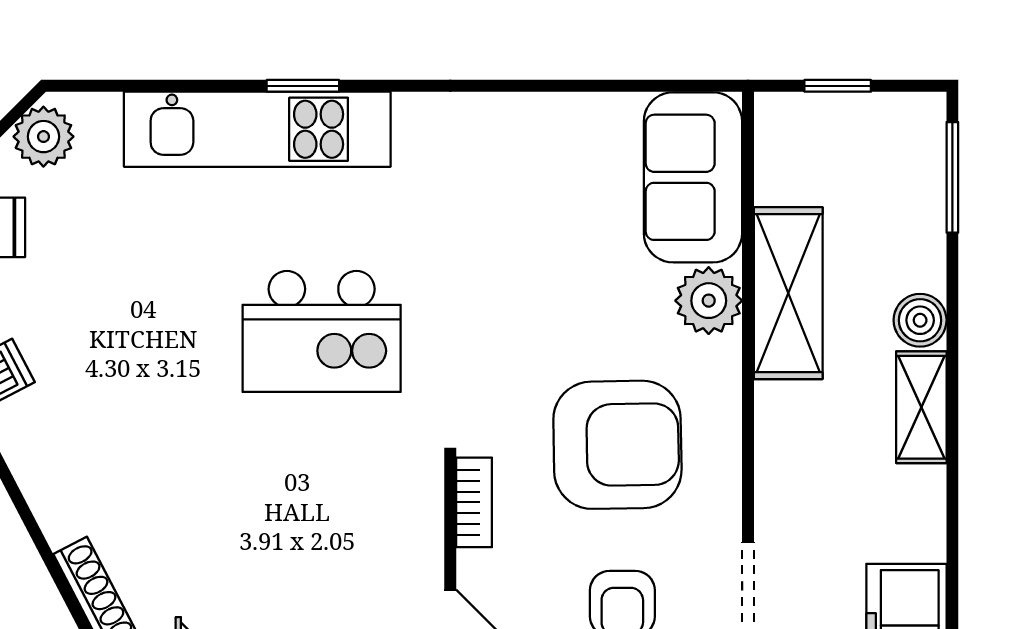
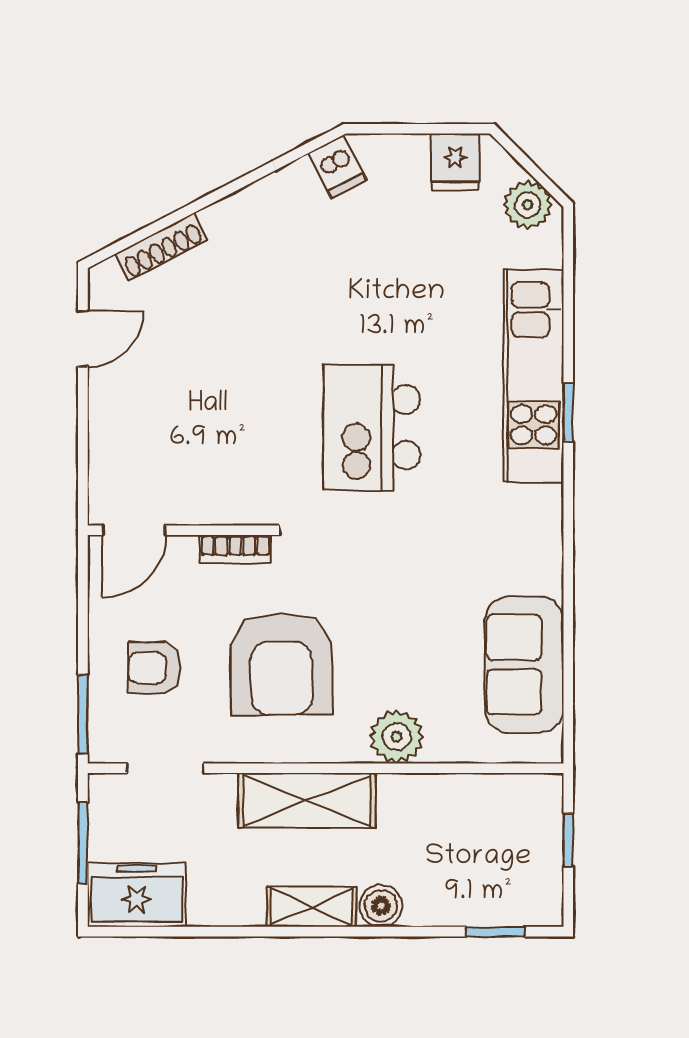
sofa: (693, 177) -> (524, 665), moved, turned -90
window: (952, 177) -> (495, 932), width x0.67
shelving: (788, 293) -> (307, 800), moved

